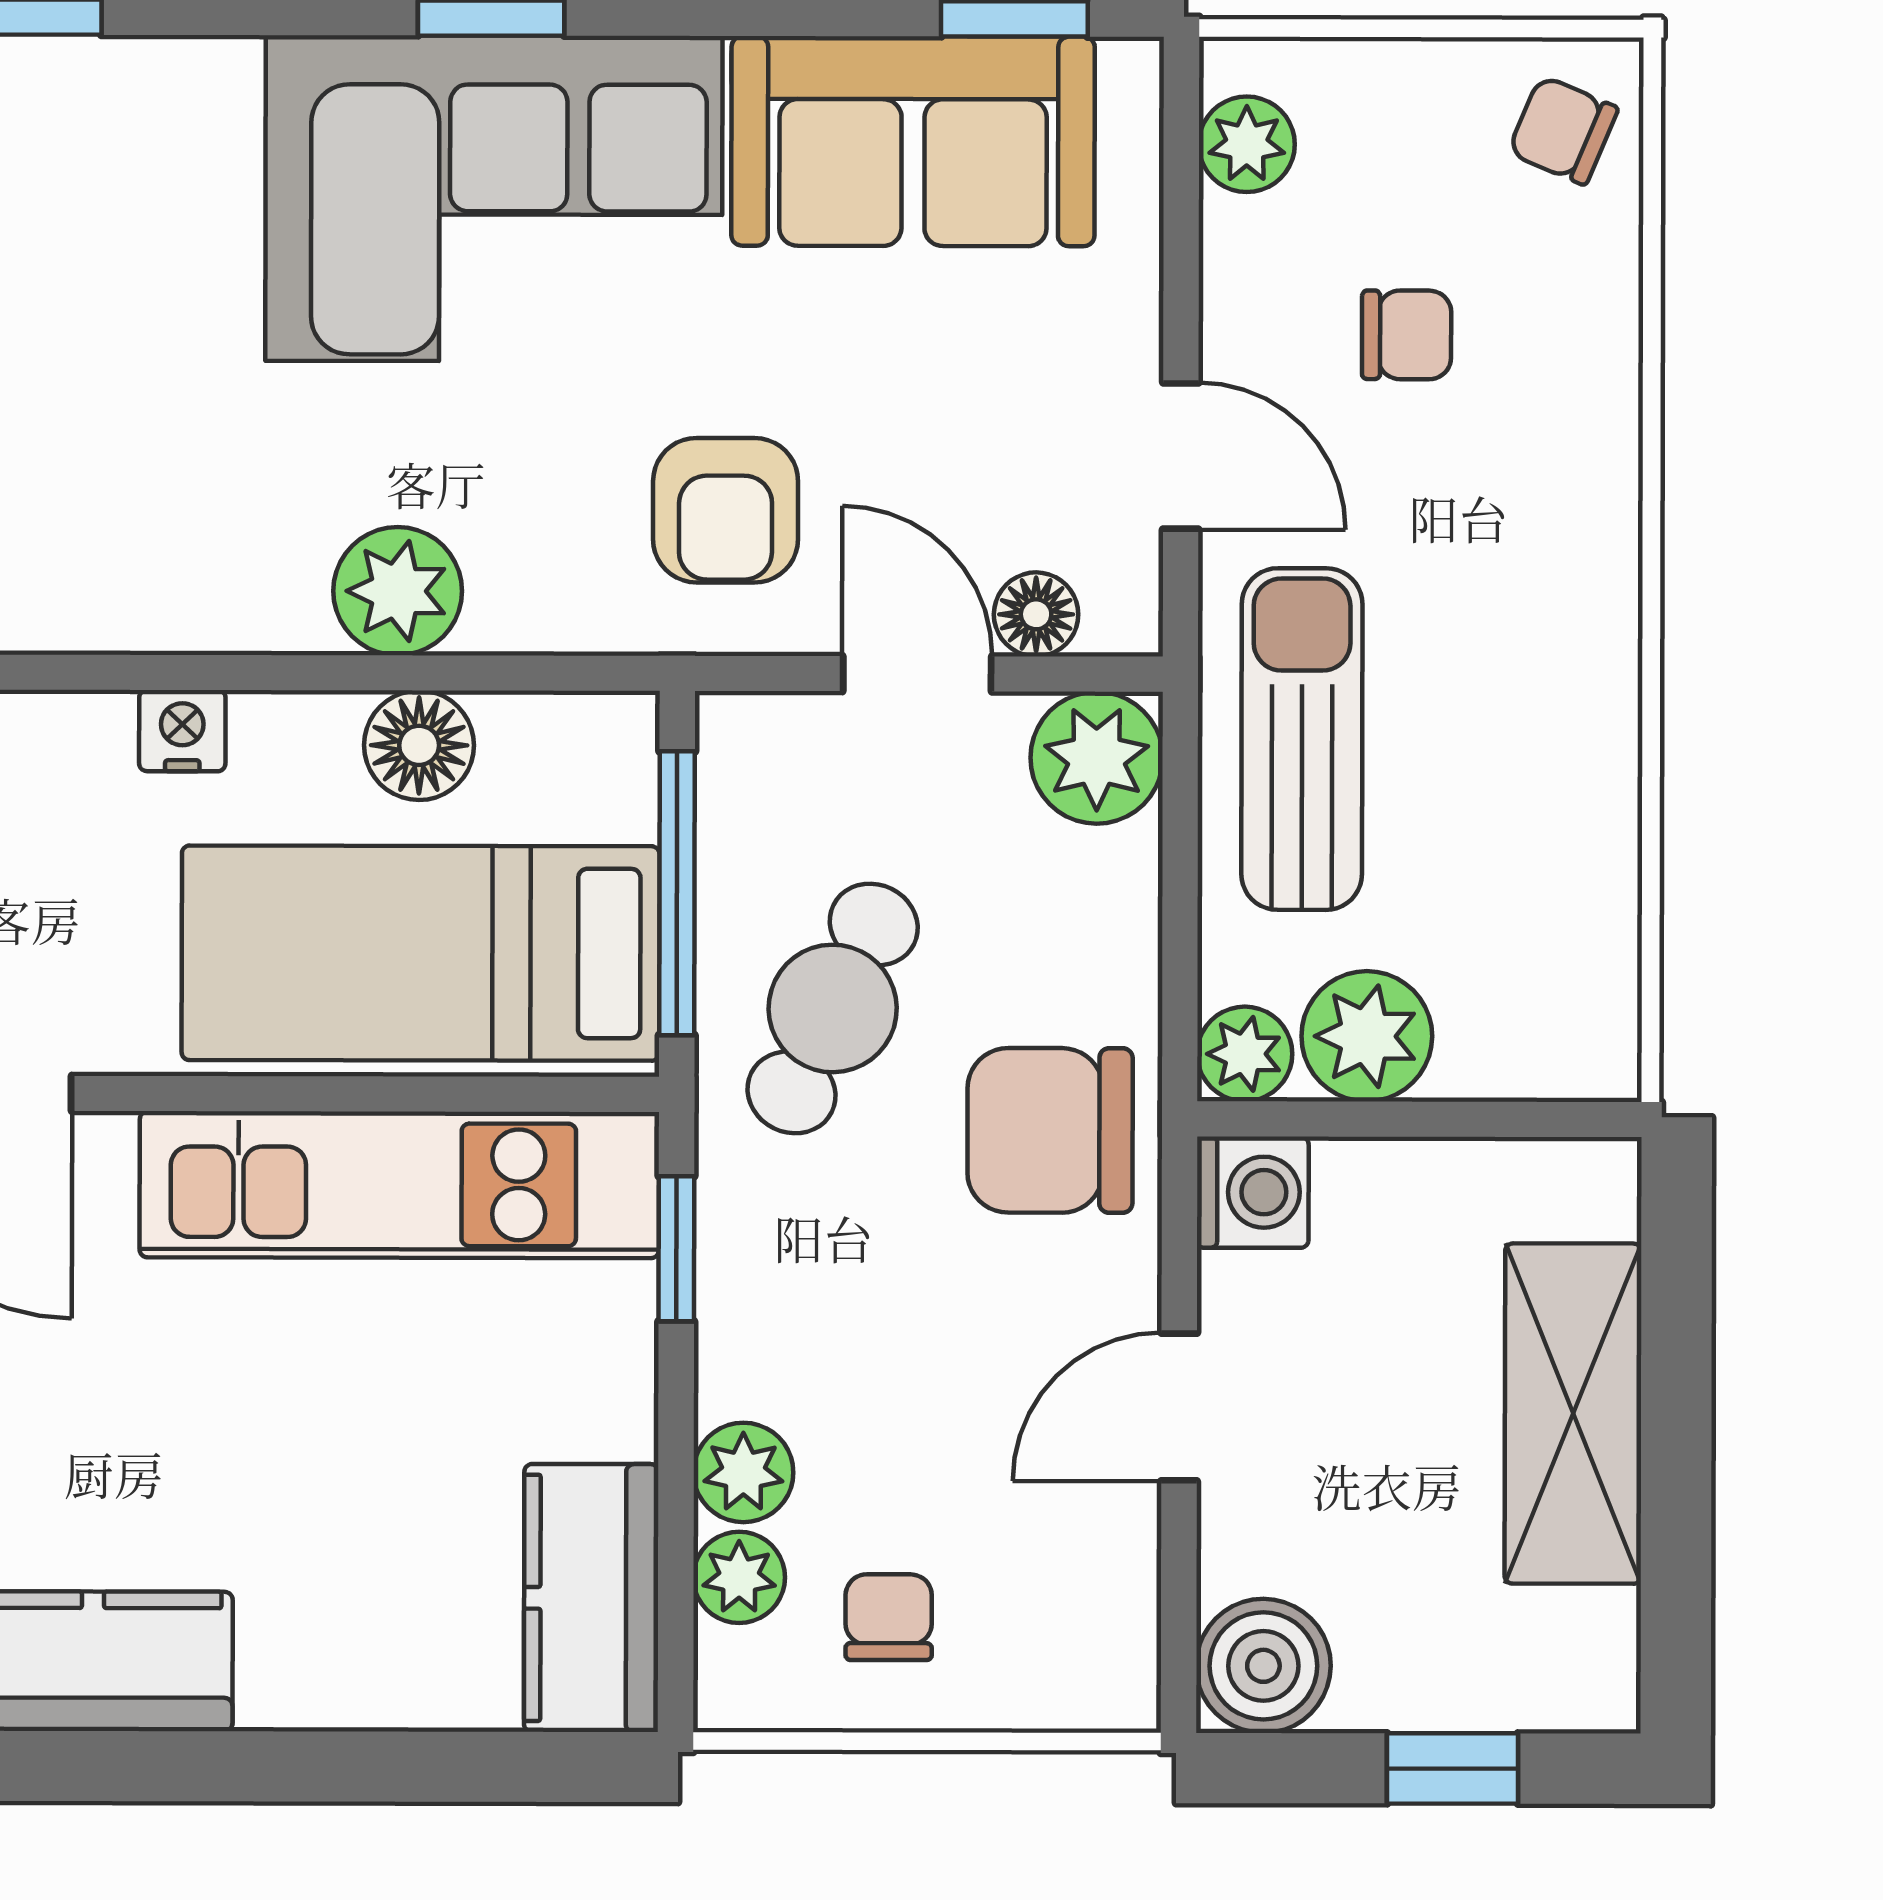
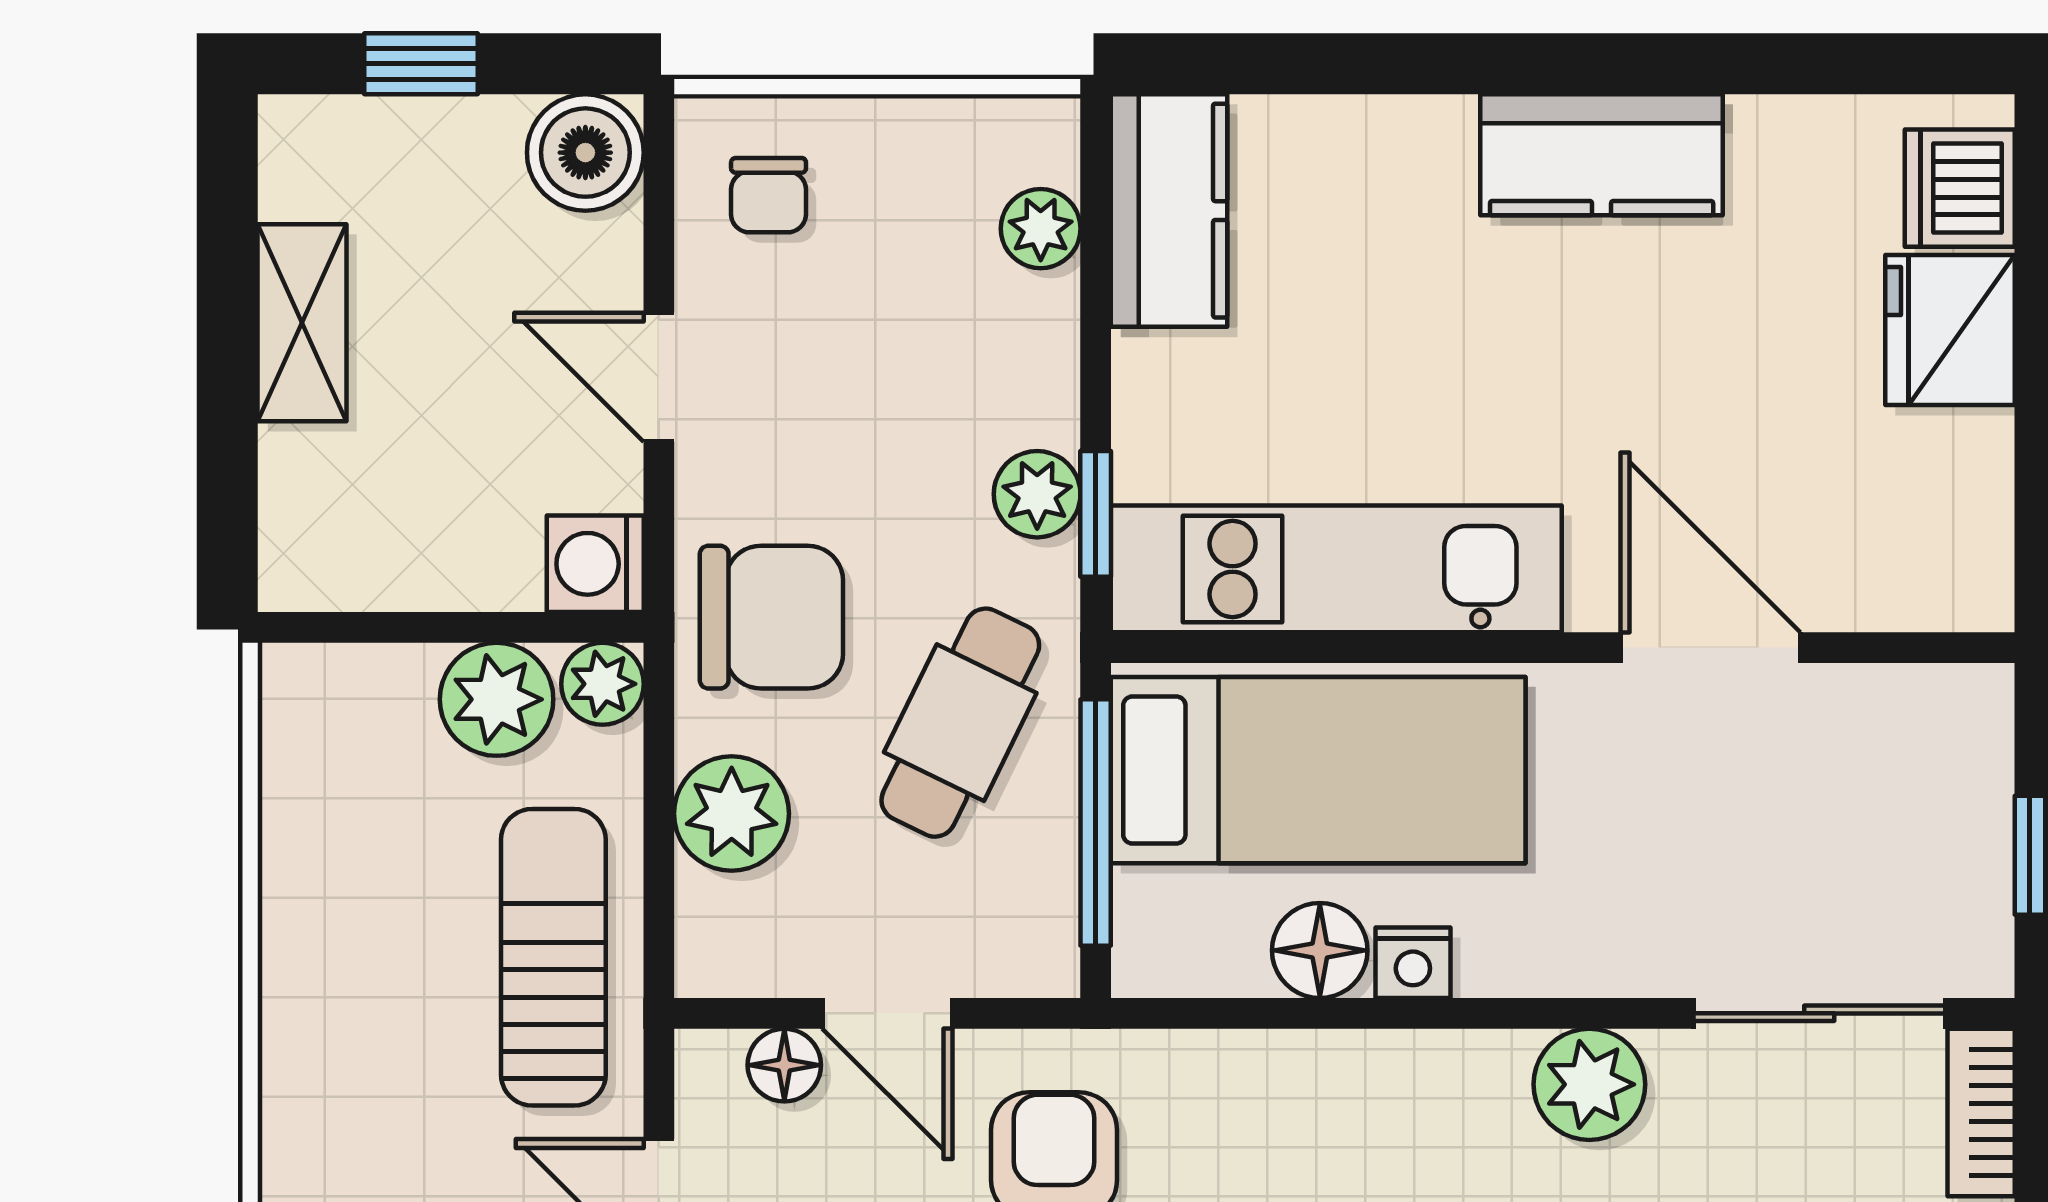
plant: (398, 591) -> (1589, 1084), moved
nightstand: (182, 731) -> (1413, 963), moved
sun lounger: (1302, 739) -> (553, 957), turned 180
plant: (1097, 758) -> (732, 814), moved
door: (1179, 1407) -> (659, 377), swing flipped
shelving: (1573, 1414) -> (302, 323), width x0.67, depth x0.75
plant: (743, 1472) -> (1037, 494), moved
chair: (889, 1617) -> (769, 195), moved

